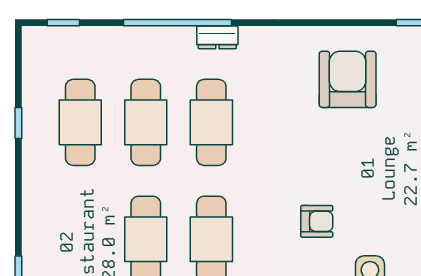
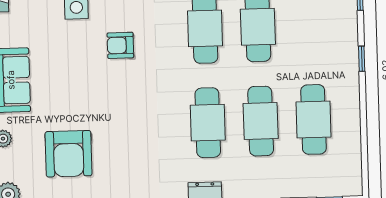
armchair: (348, 79) -> (69, 154), moved
window: (18, 123) -> (362, 59), moved

